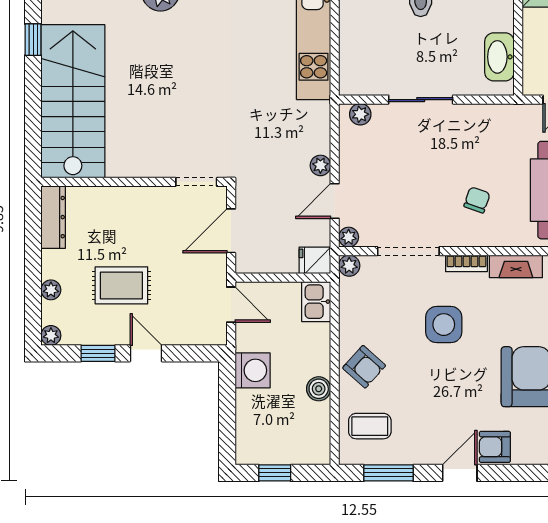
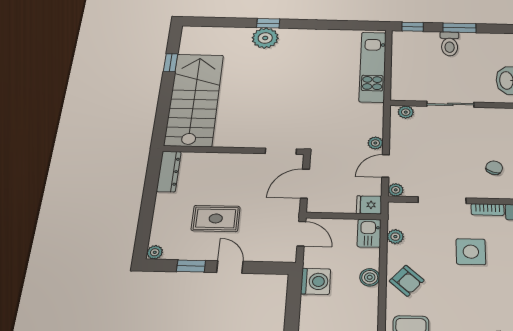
plant: (349, 266) -> (395, 237), moved
plant: (51, 290) -> (160, 220), removed
boiler: (319, 389) -> (370, 277), moved

